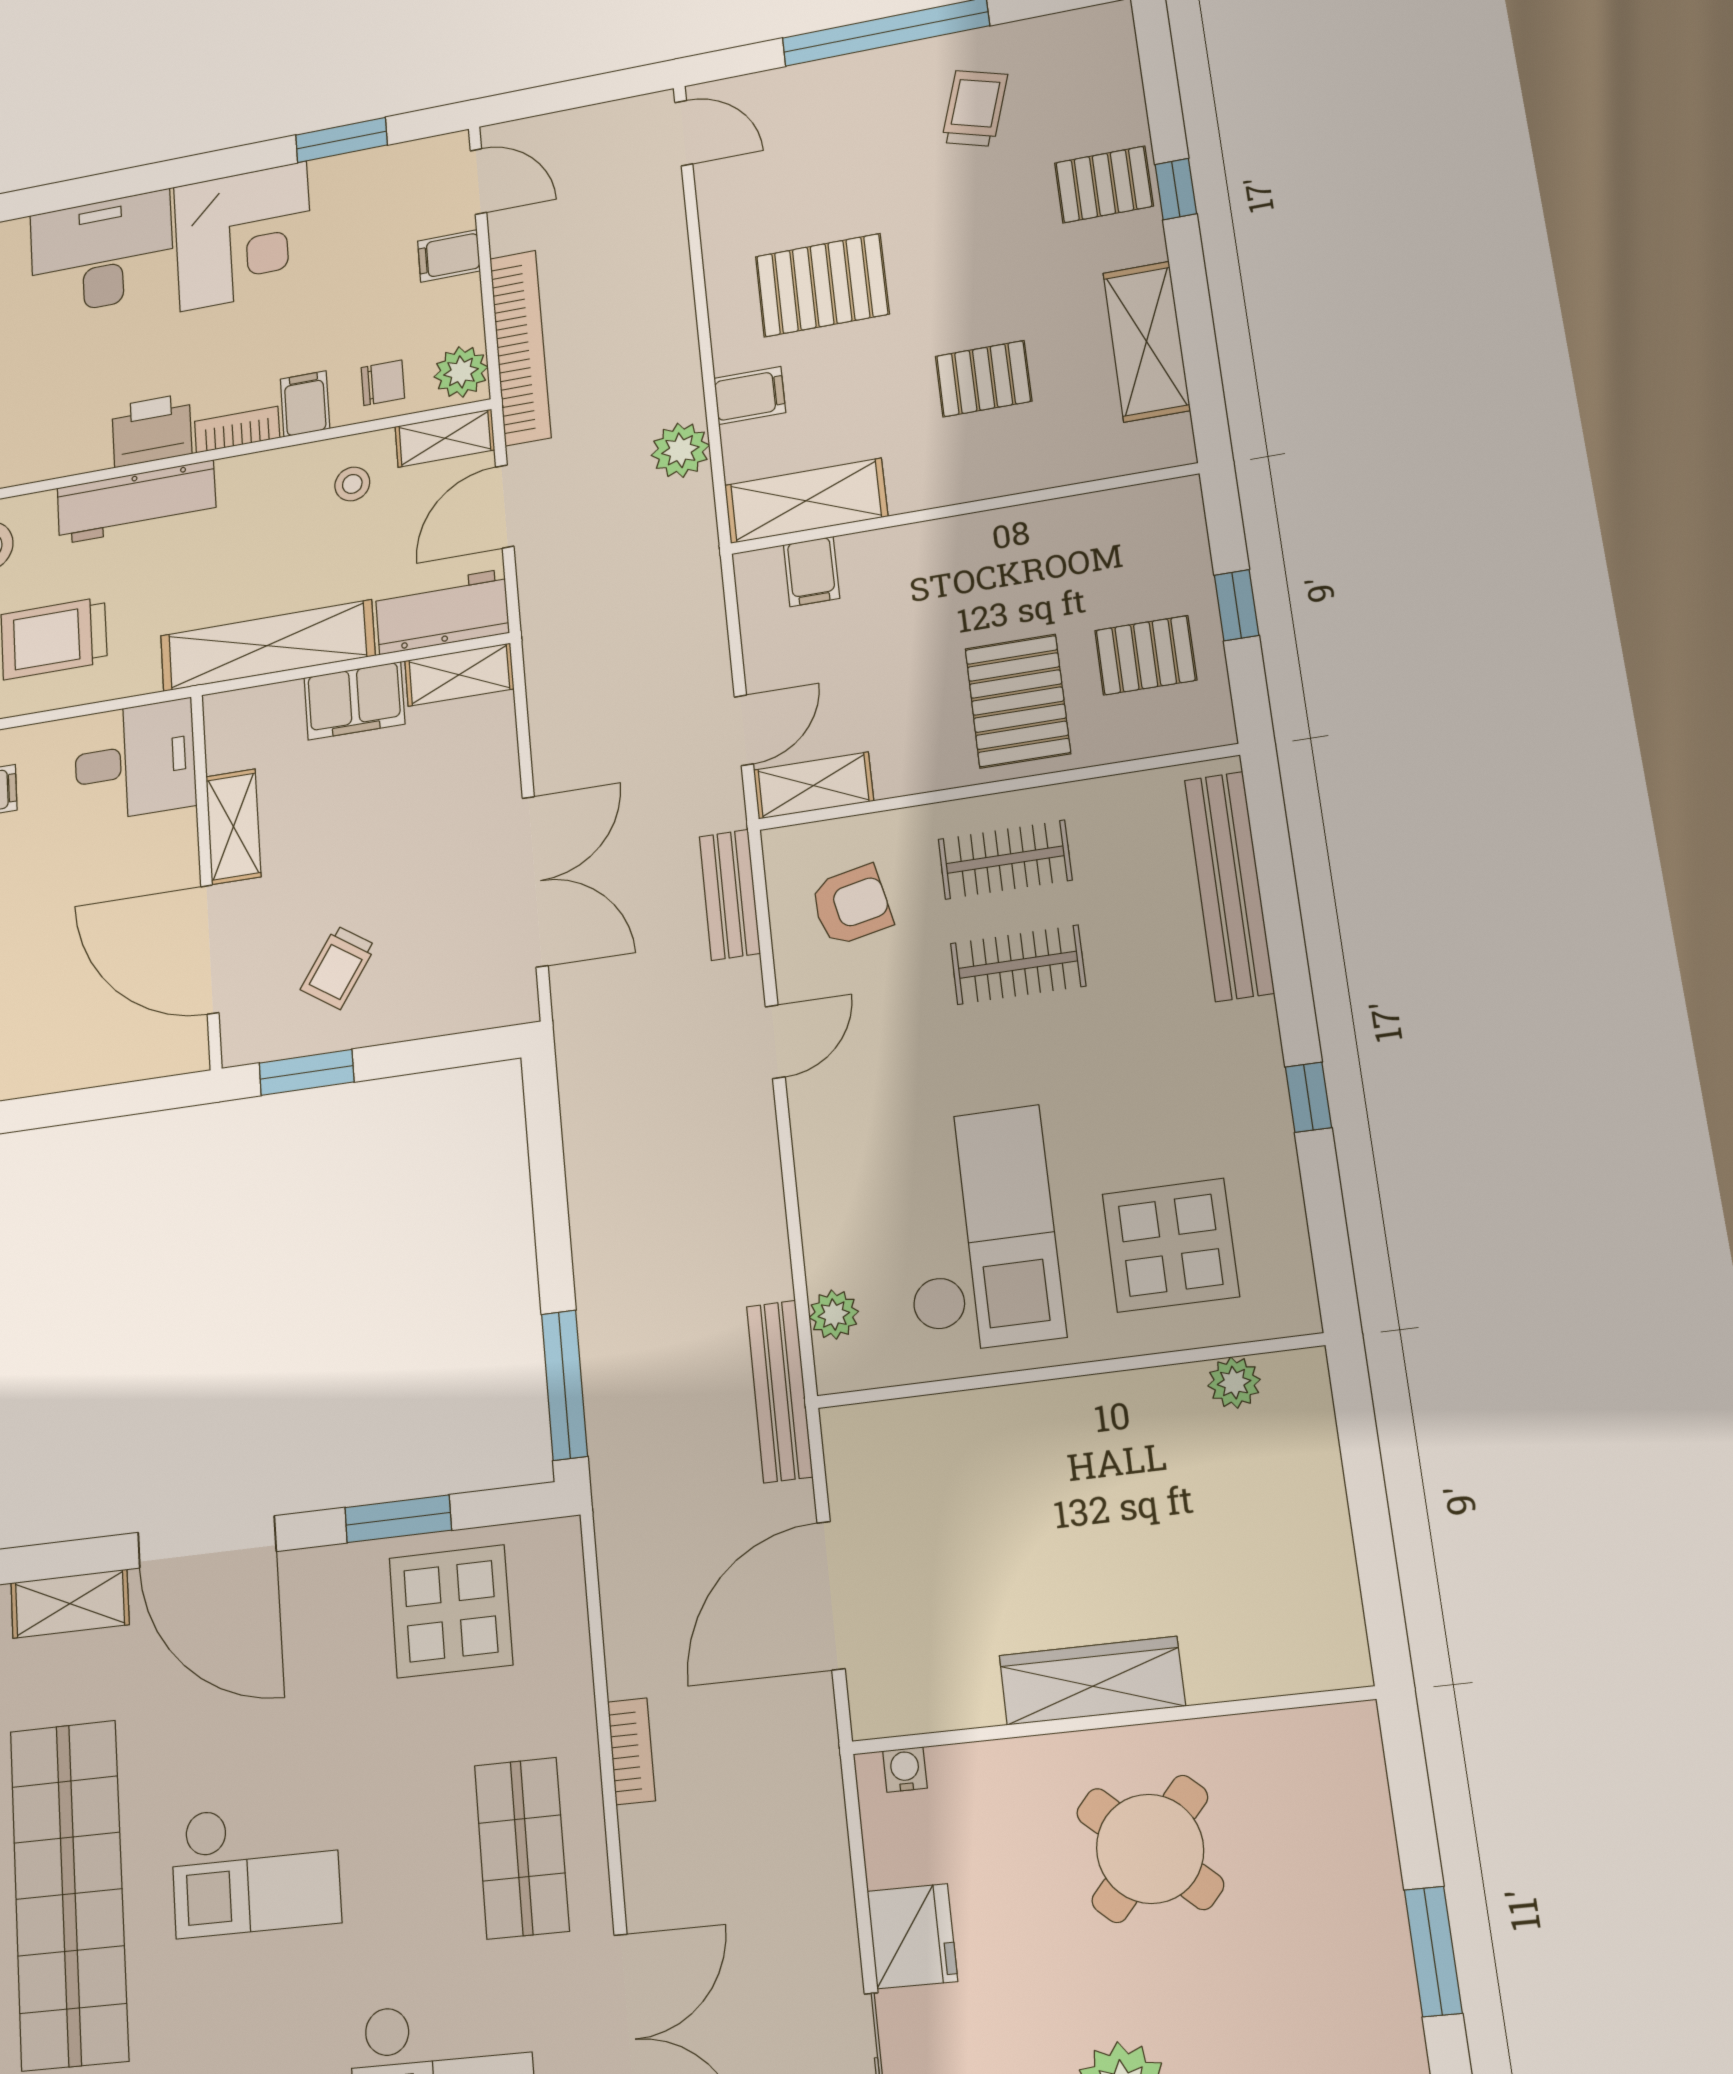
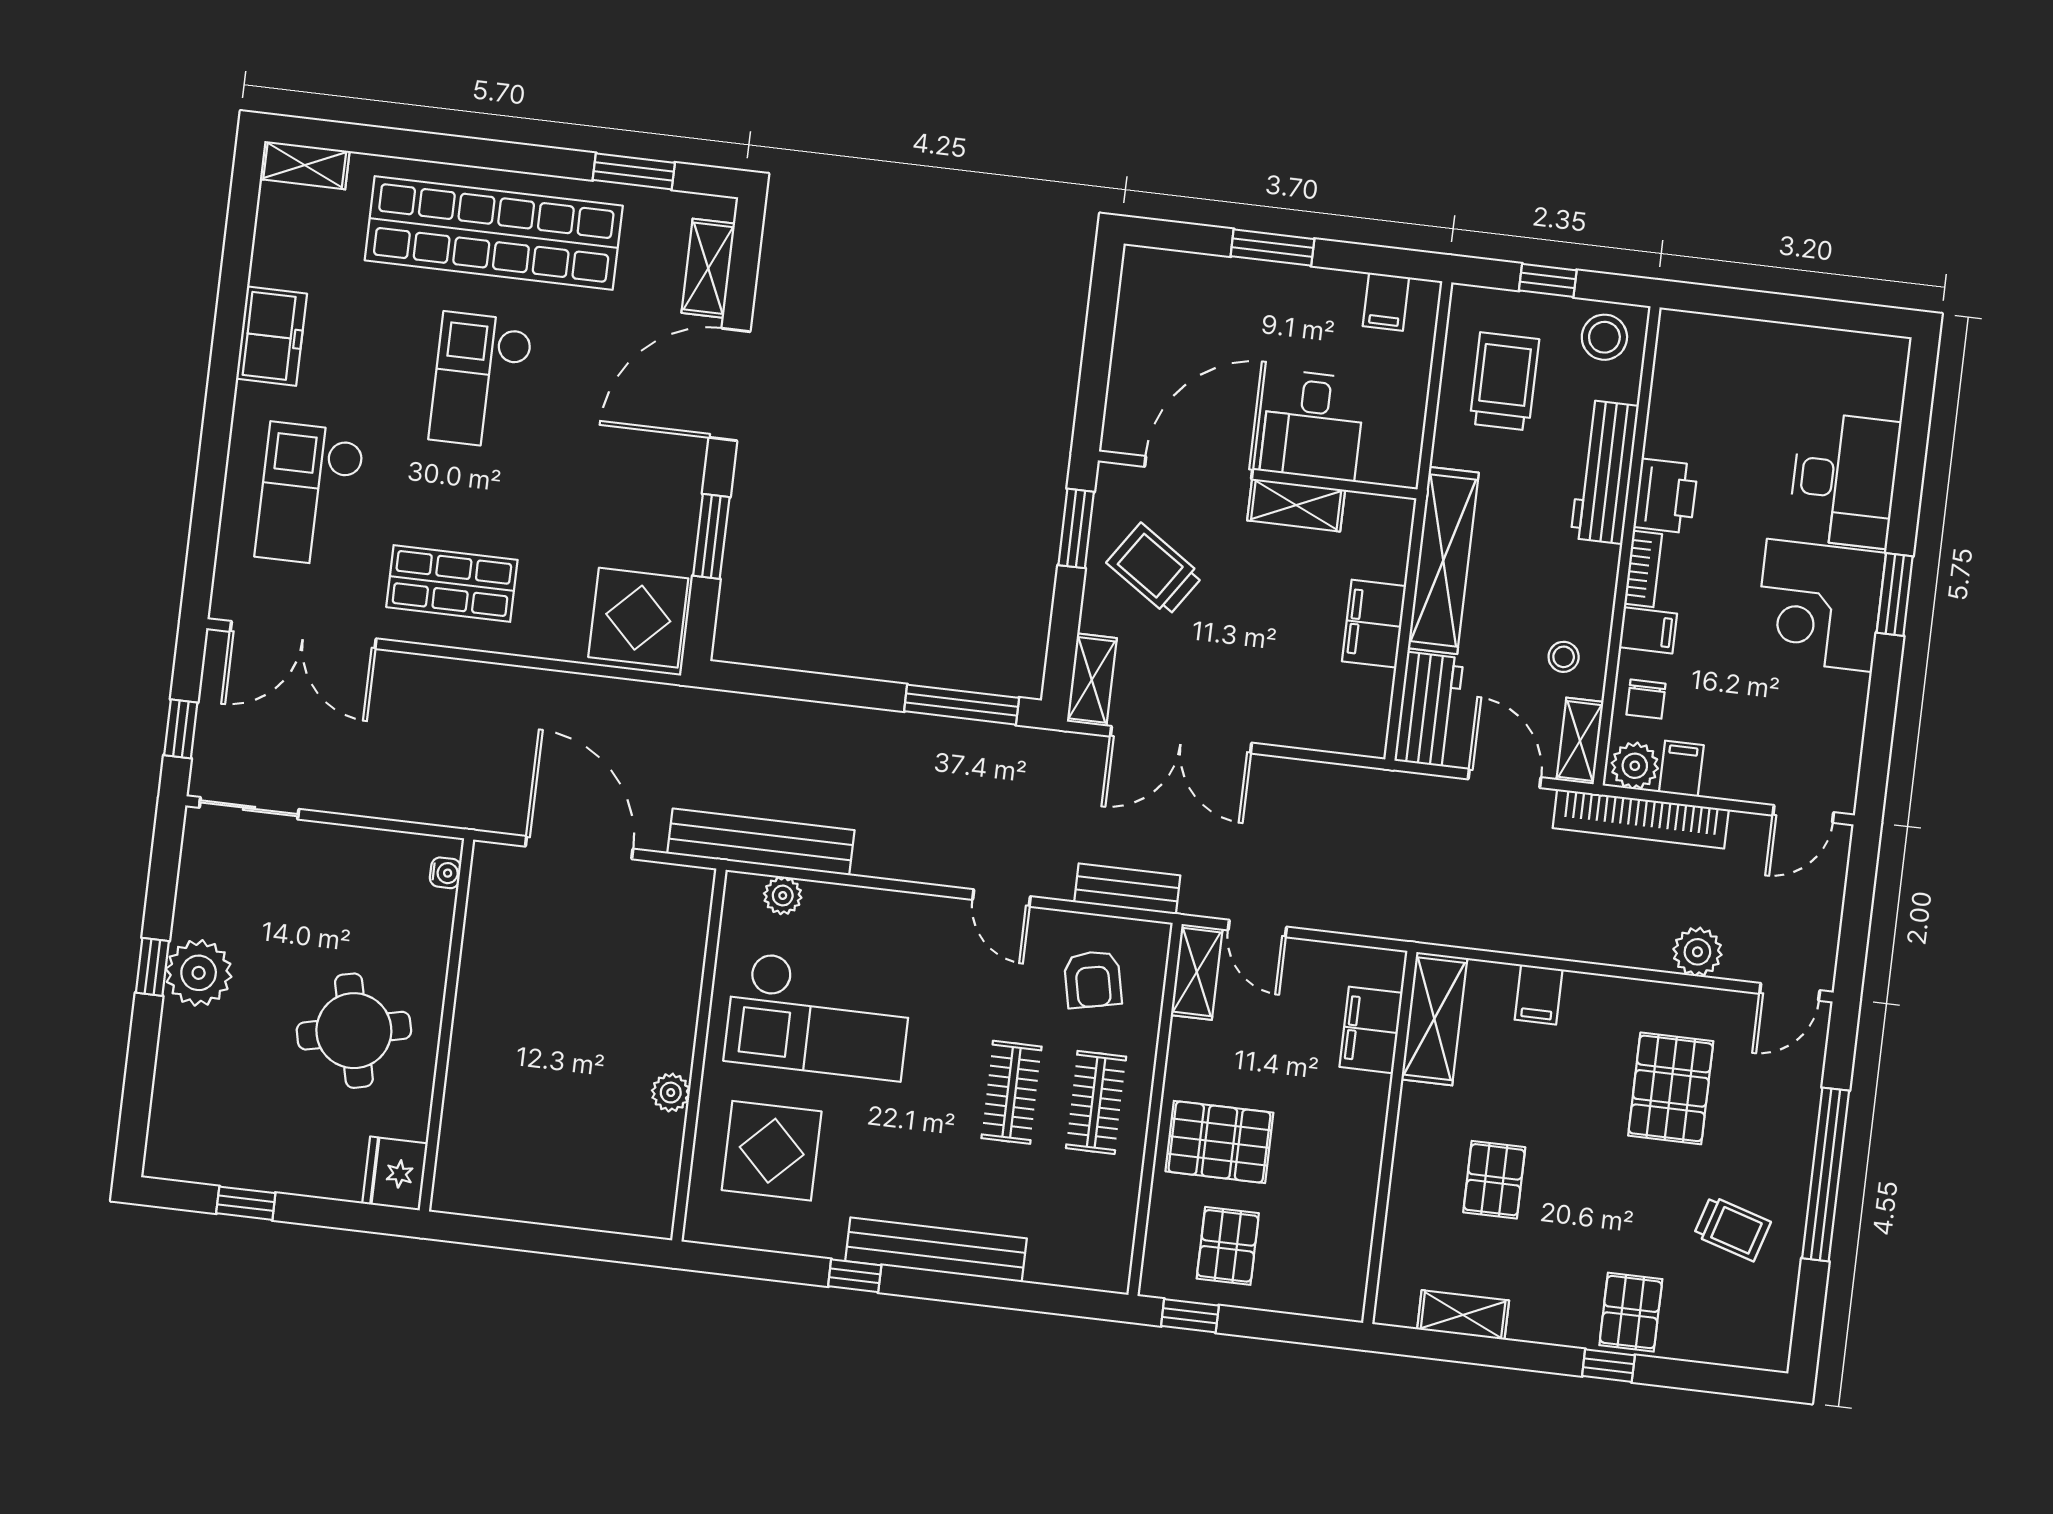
window: (341, 140) -> (1895, 595), moved
filing cabinet: (449, 256) -> (1681, 769), moved
pallet: (822, 285) -> (1671, 1088), moved
shelving: (1146, 341) -> (1463, 1315), width x0.67, depth x0.75
plant: (680, 450) -> (1697, 952), moved
filing cabinet: (812, 571) -> (1371, 1030), width x2.00
window: (1237, 605) -> (1190, 1316), moved
shelving: (459, 675) -> (1092, 680), moved
desk: (135, 761) -> (1313, 425), moved
bench: (1229, 886) -> (936, 1250), moved
trolley: (338, 967) -> (1155, 569), width x1.36, depth x1.39
plant: (1234, 1383) -> (671, 1093), moved
window: (564, 1385) -> (962, 705), moved
bench: (780, 1391) -> (761, 842), width x1.37, depth x1.21
display table: (451, 1611) -> (638, 618), moved
wardrobe: (1092, 1681) -> (477, 1019), removed
bookcase: (631, 1751) -> (502, 678), removed
round table: (1150, 1849) -> (354, 1031), turned 35
fridge: (912, 1936) -> (395, 1173), moved, turned 90
window: (1433, 1951) -> (246, 1203), width x0.67

